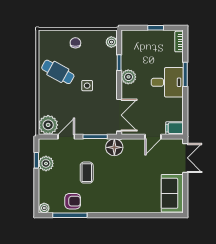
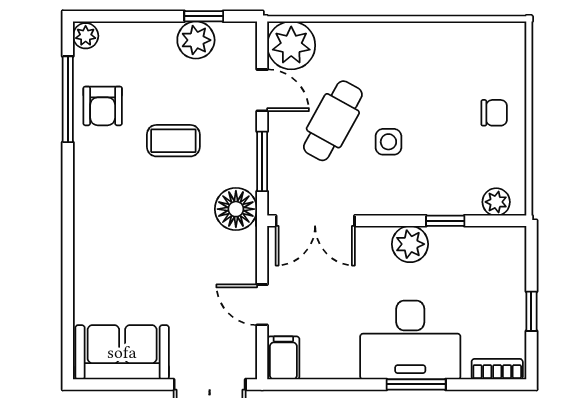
cafe table: (58, 72) -> (333, 121), moved
desk: (167, 82) -> (410, 340), width x1.37

